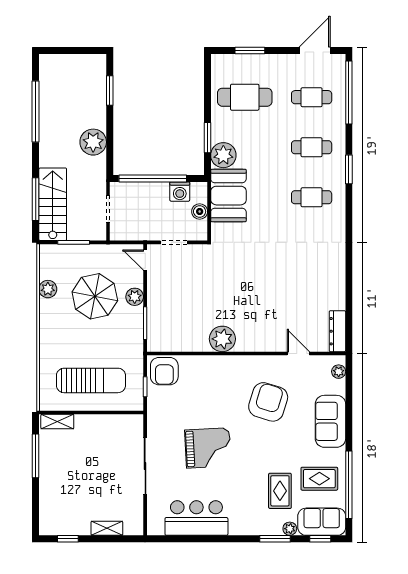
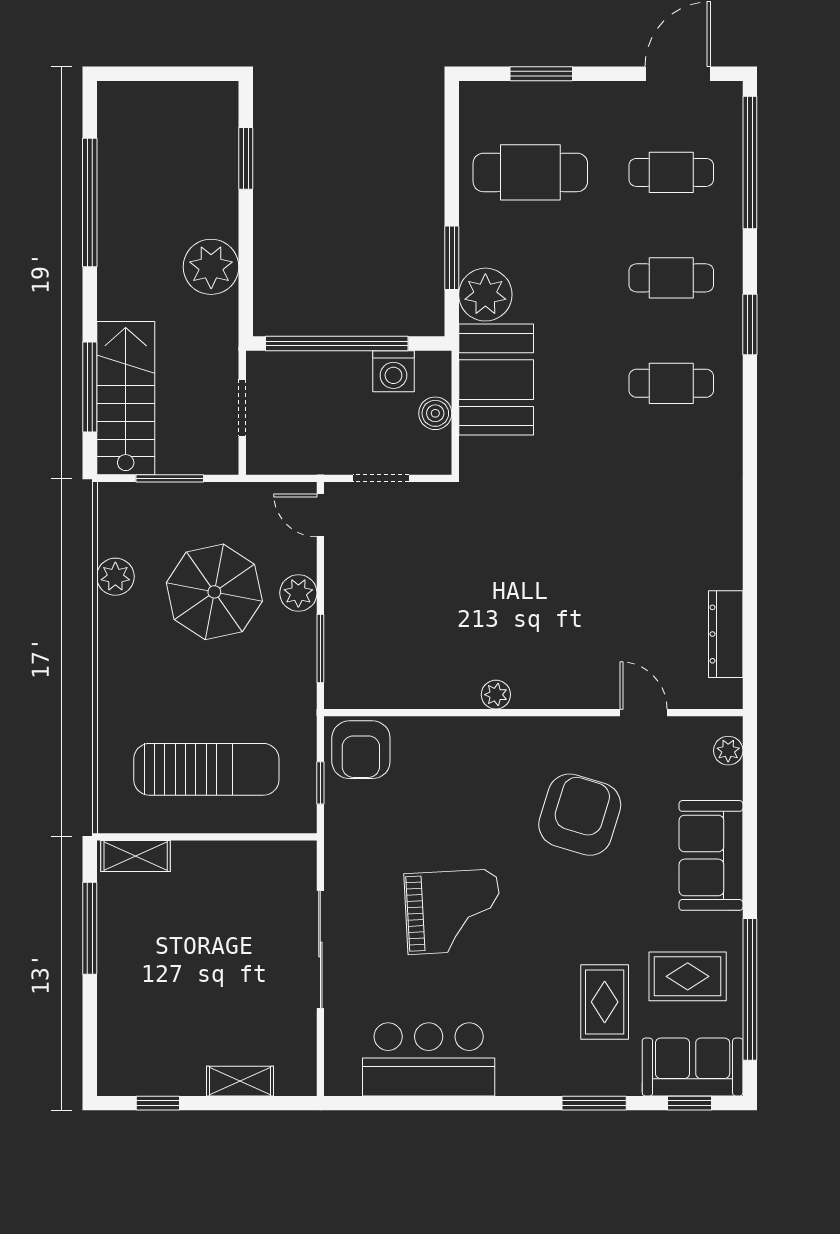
dresser: (337, 331) -> (726, 634), moved
plant: (222, 339) -> (496, 695), width x0.53, depth x0.53
plant: (290, 529) -> (625, 1082), removed

